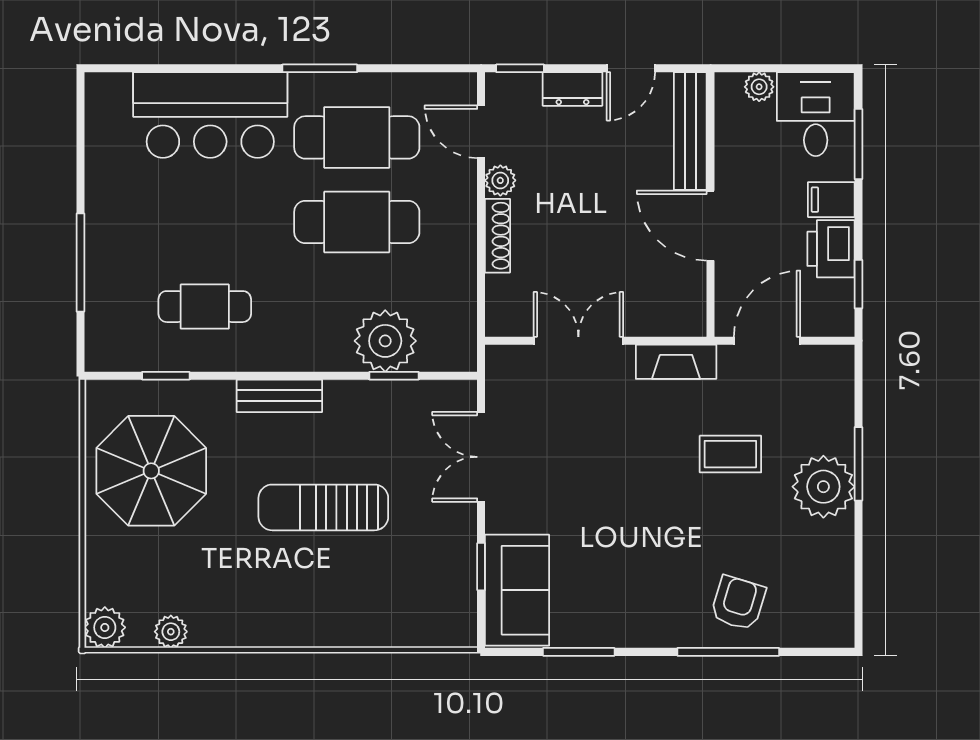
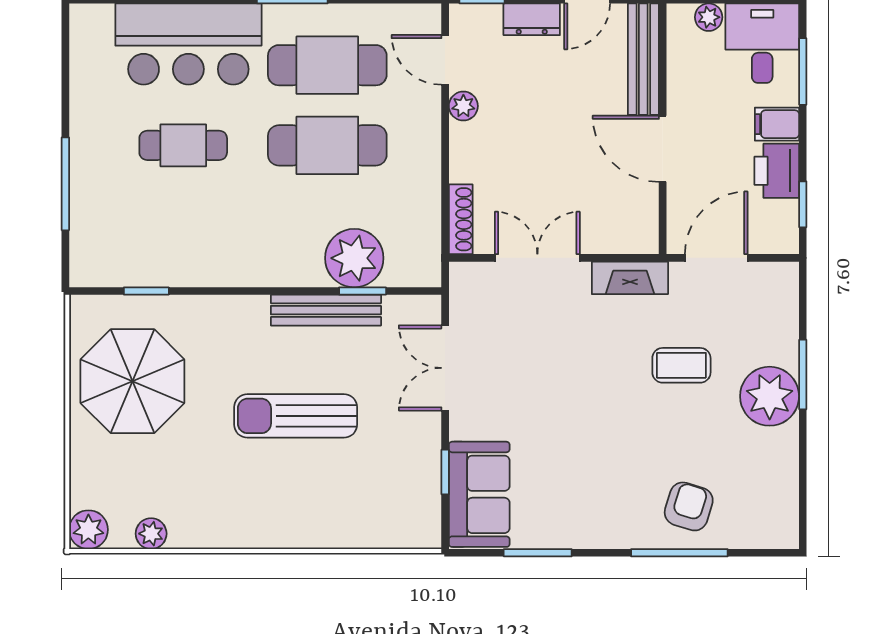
shoe rack: (497, 236) -> (461, 219), moved
cafe table: (205, 307) -> (183, 145), moved
bench: (279, 396) -> (326, 310), moved, width x1.36

